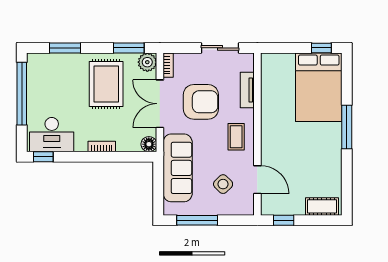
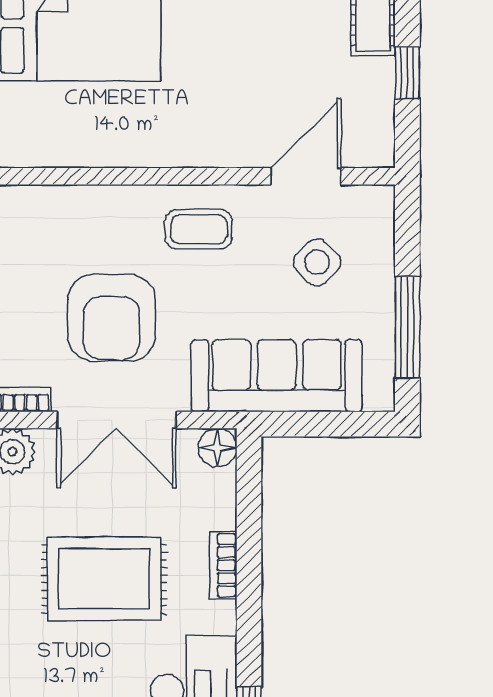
rug: (106, 84) -> (104, 579), moved
tv unit: (247, 90) -> (82, 202), removed
armchair: (201, 102) -> (112, 318), turned 180
window: (284, 220) -> (407, 73), moved

